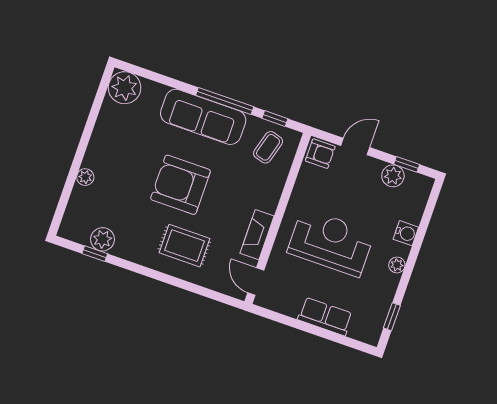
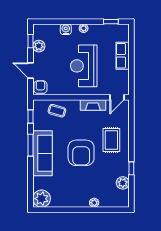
window: (225, 101) -> (31, 145), width x0.69
coffee table: (268, 147) -> (57, 111), moved
window: (95, 254) -> (131, 168), moved

